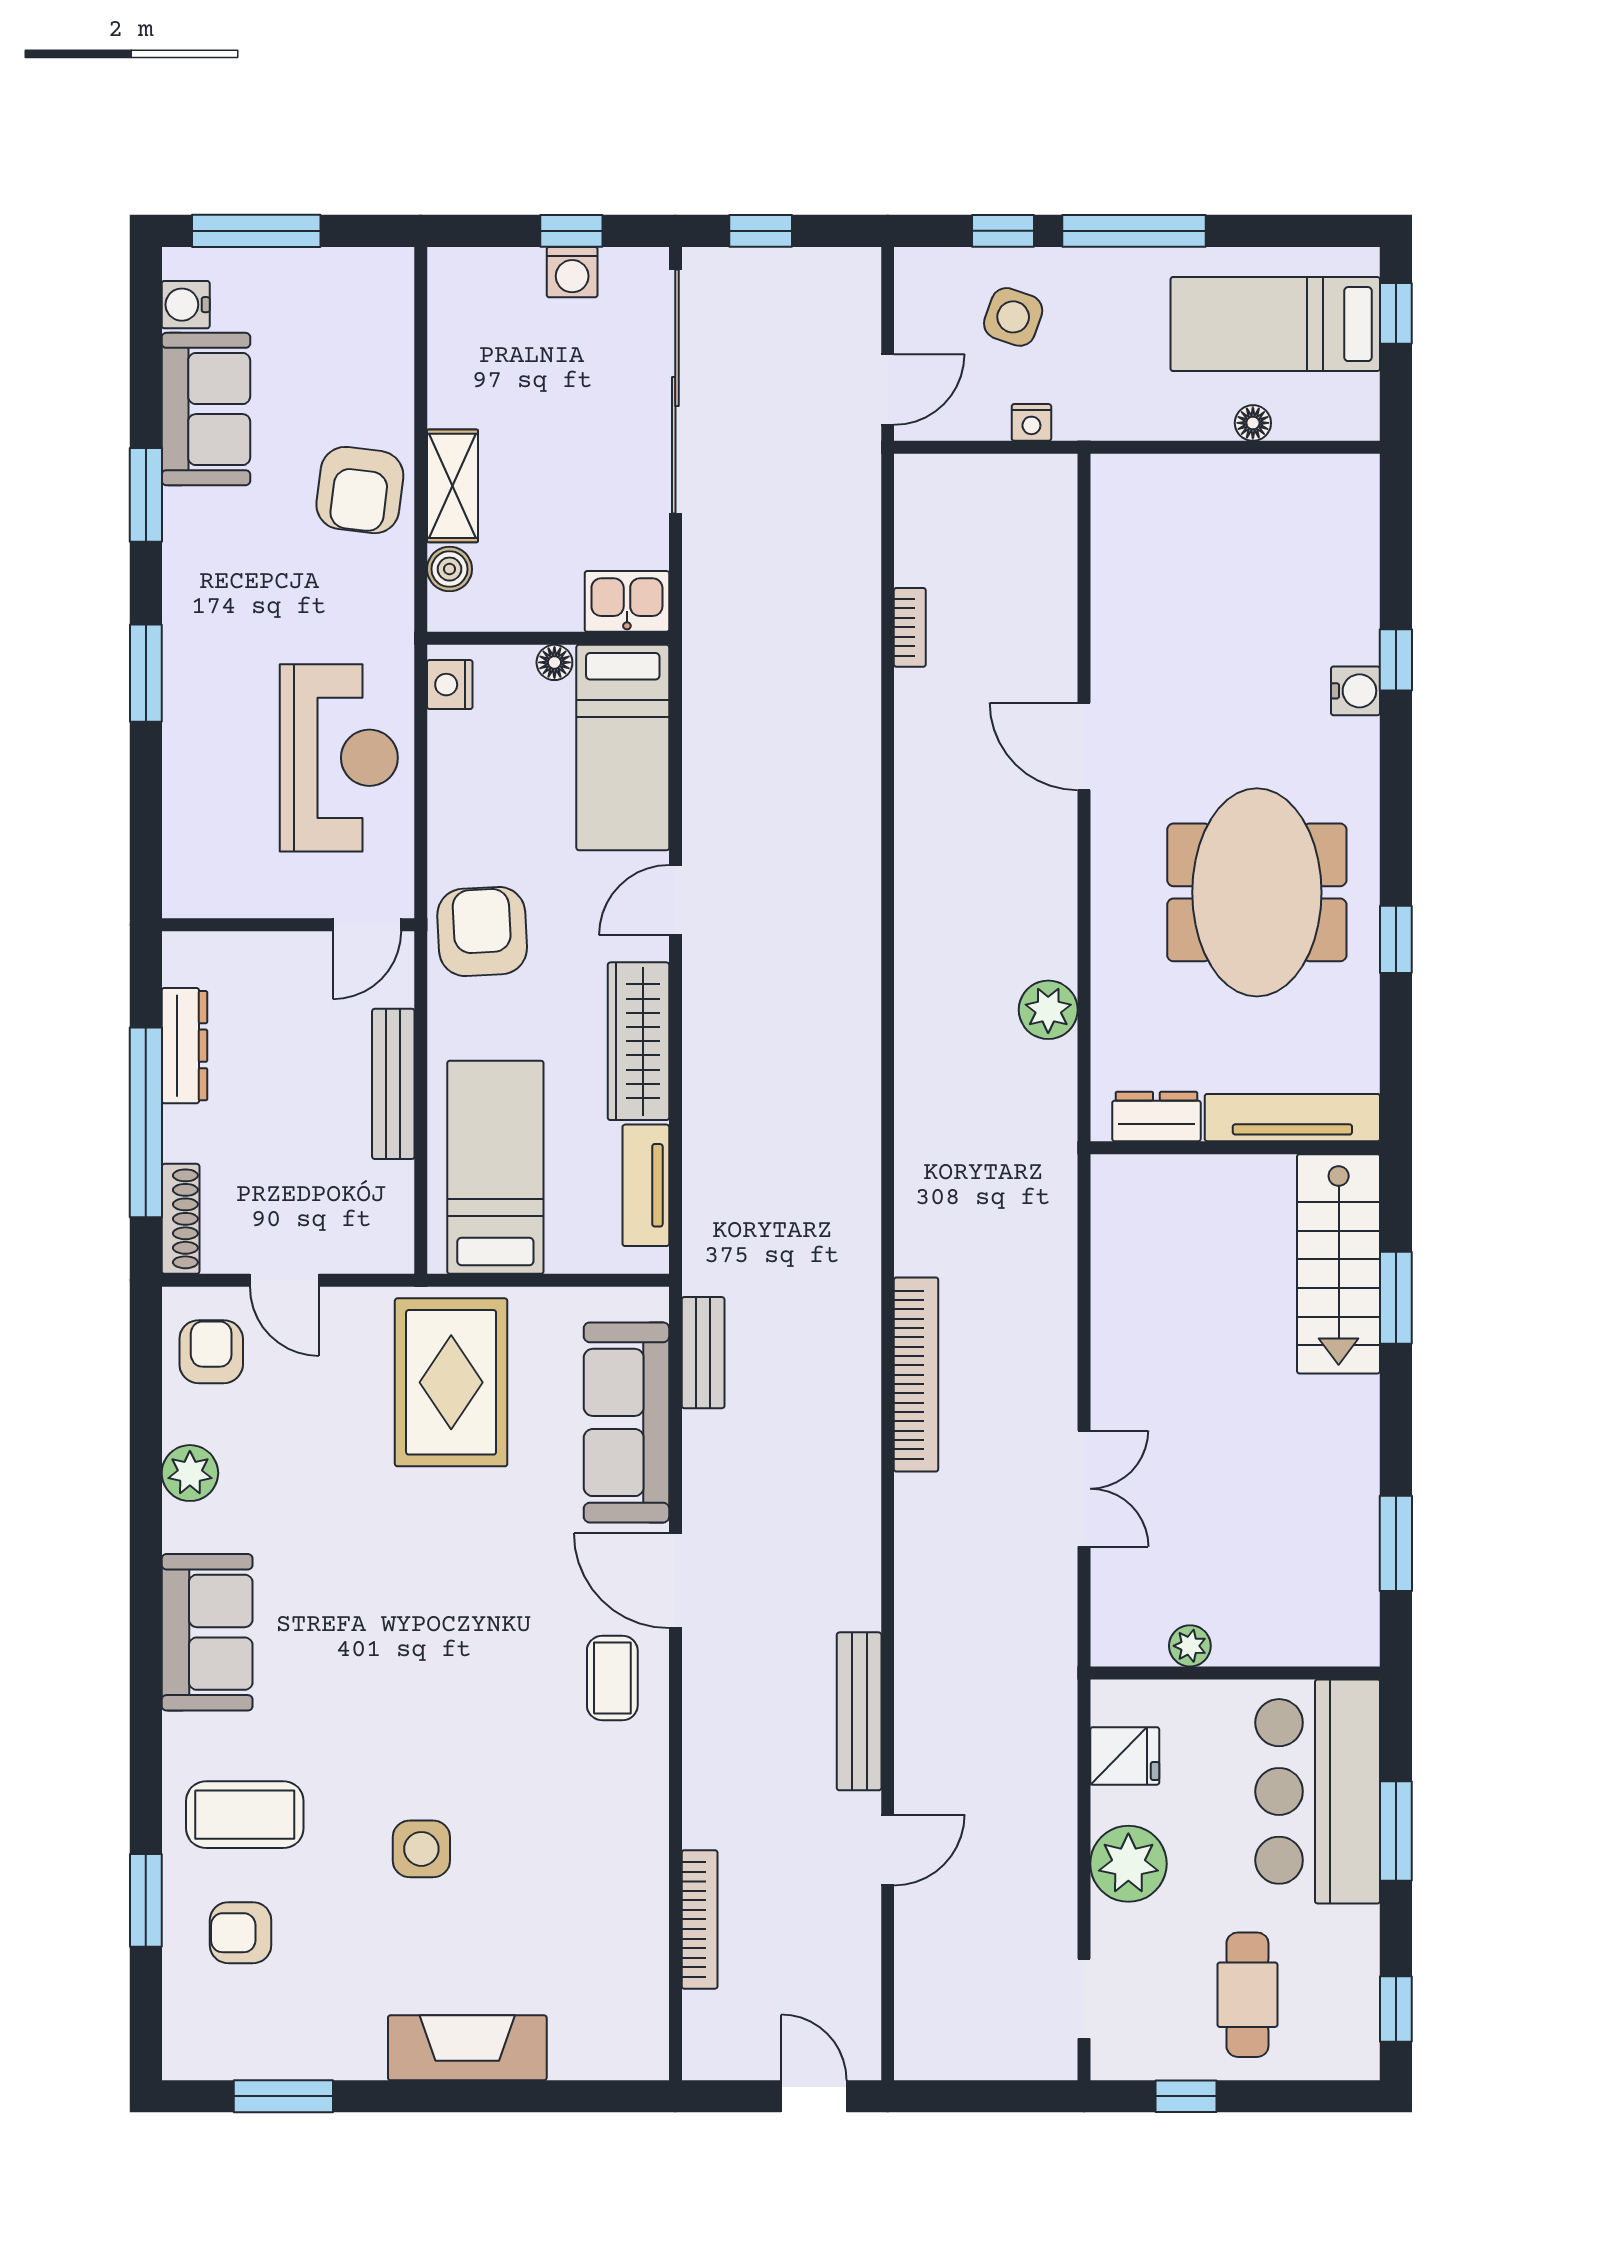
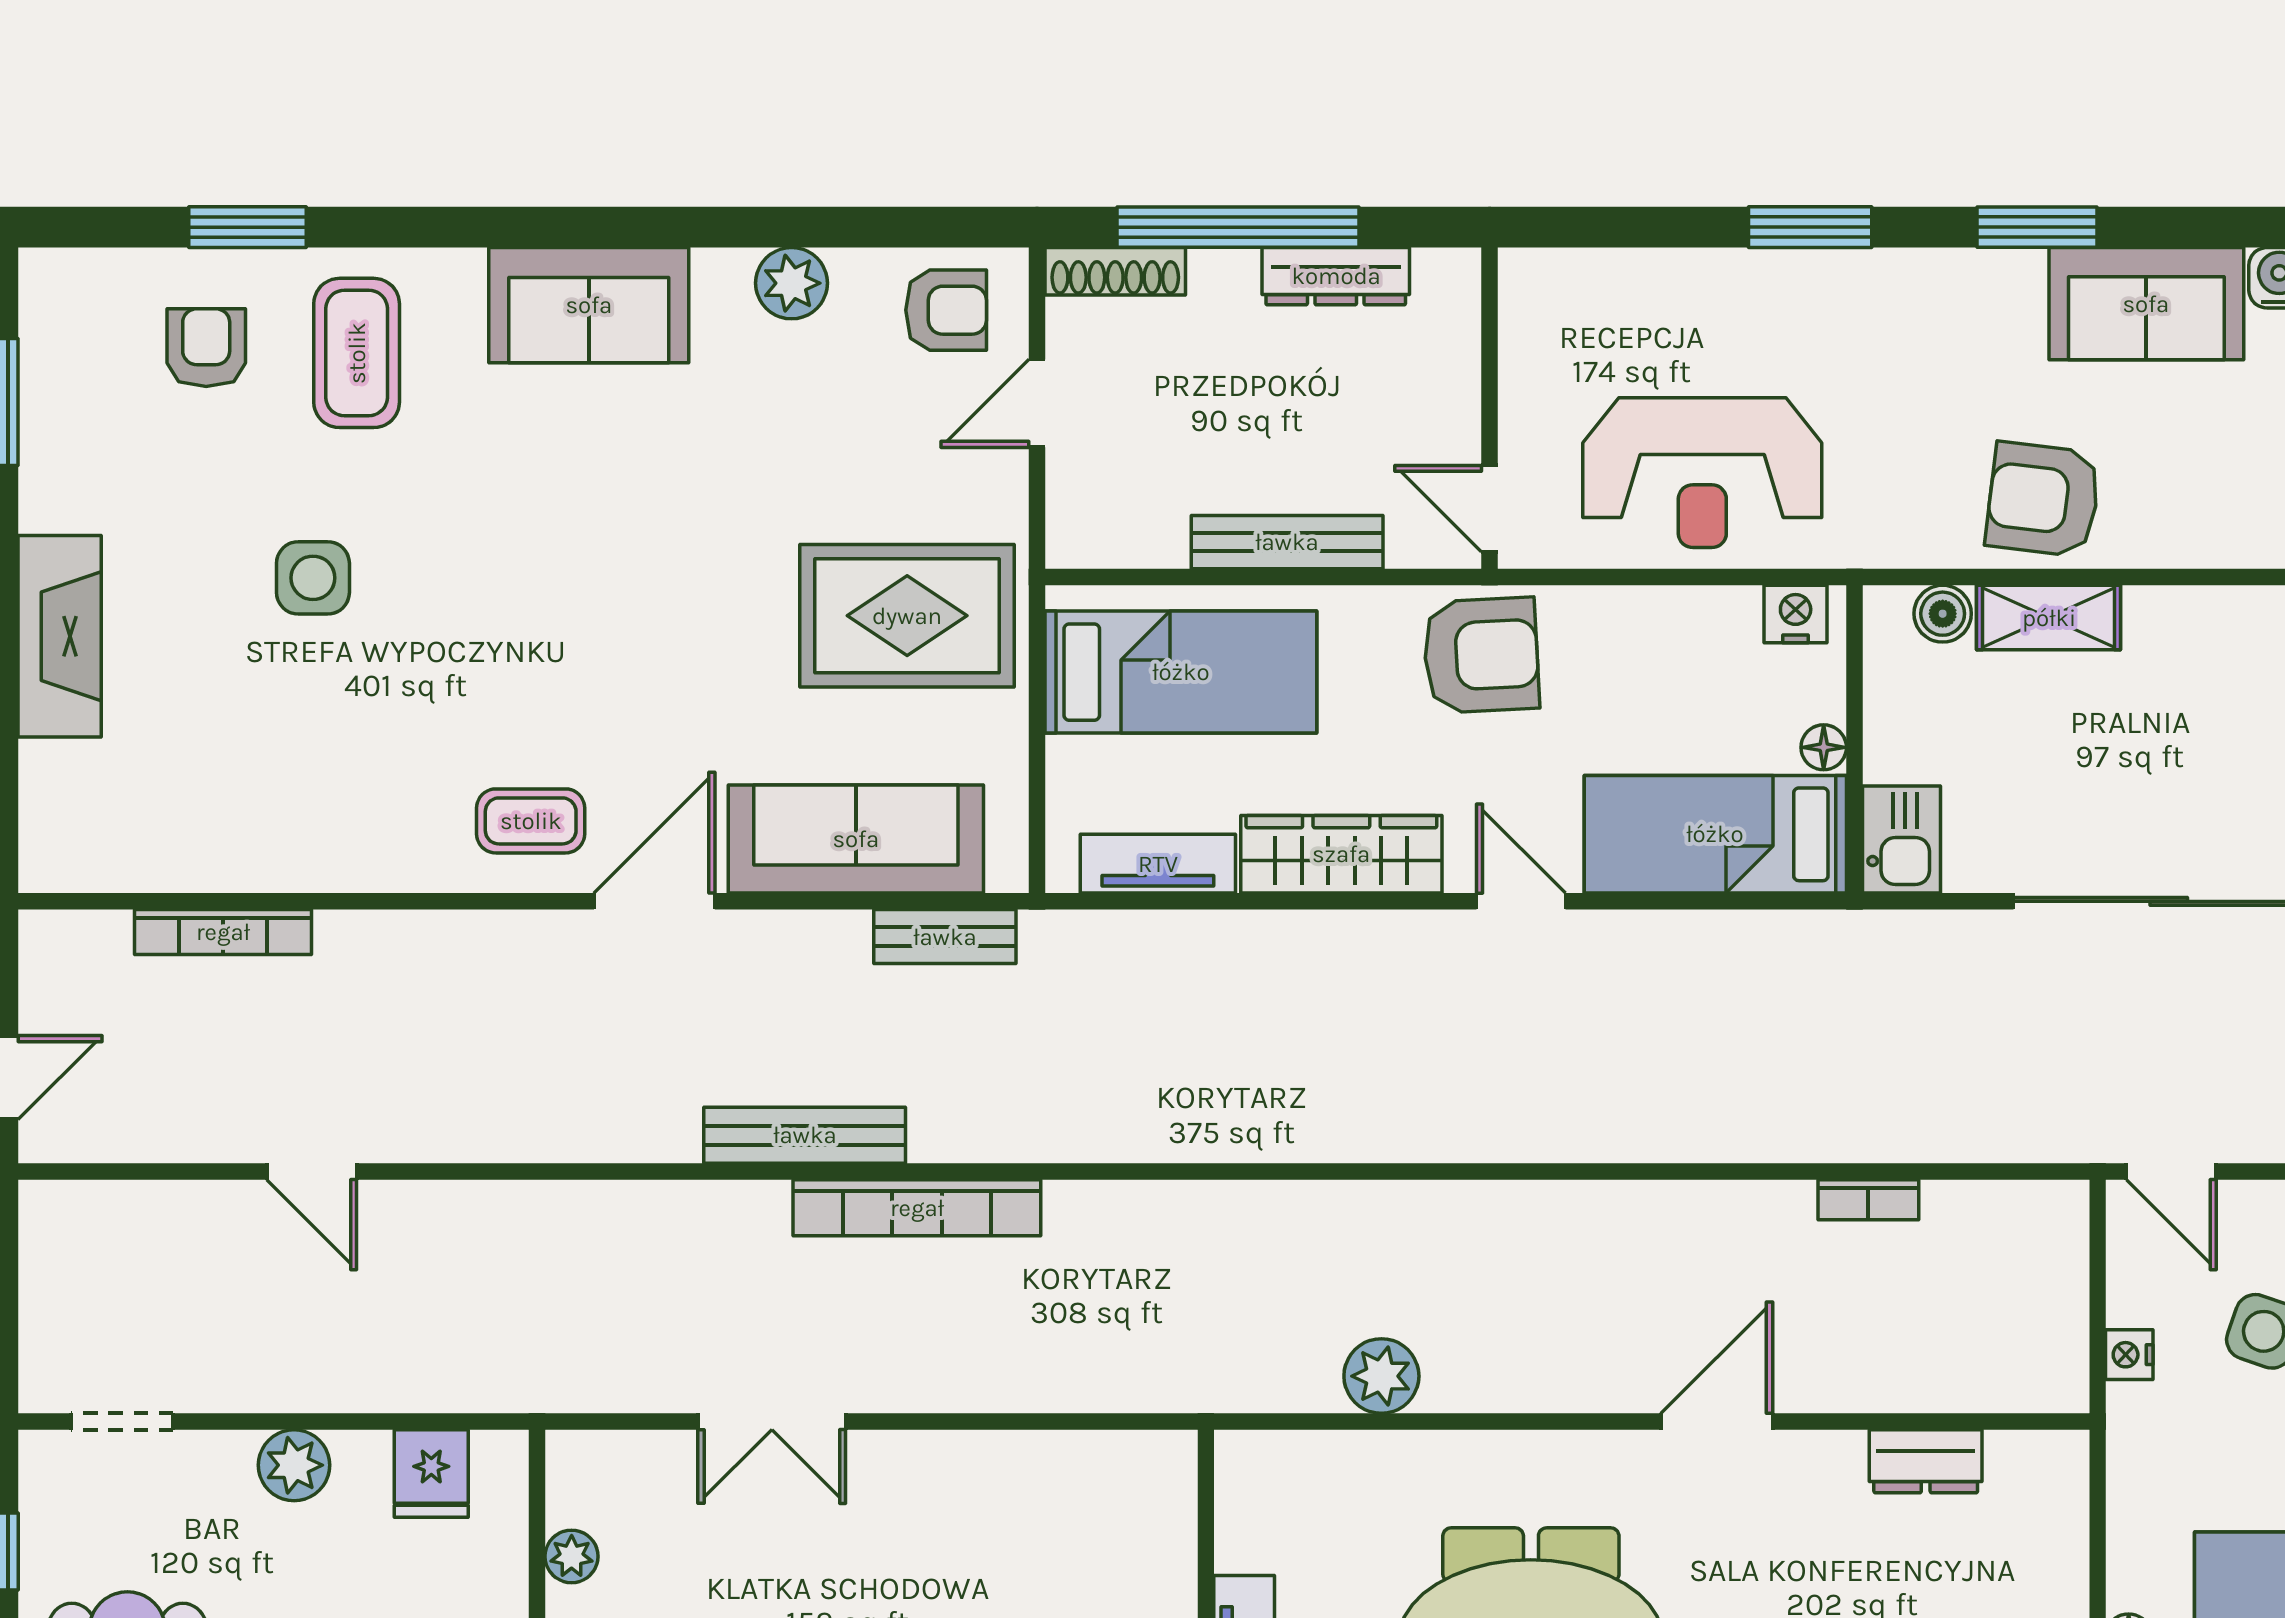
dresser: (1156, 1116) -> (1926, 1461), moved, turned 90
bench: (859, 1711) -> (805, 1135), moved
plant: (1128, 1864) -> (294, 1465), width x0.73, depth x0.73

